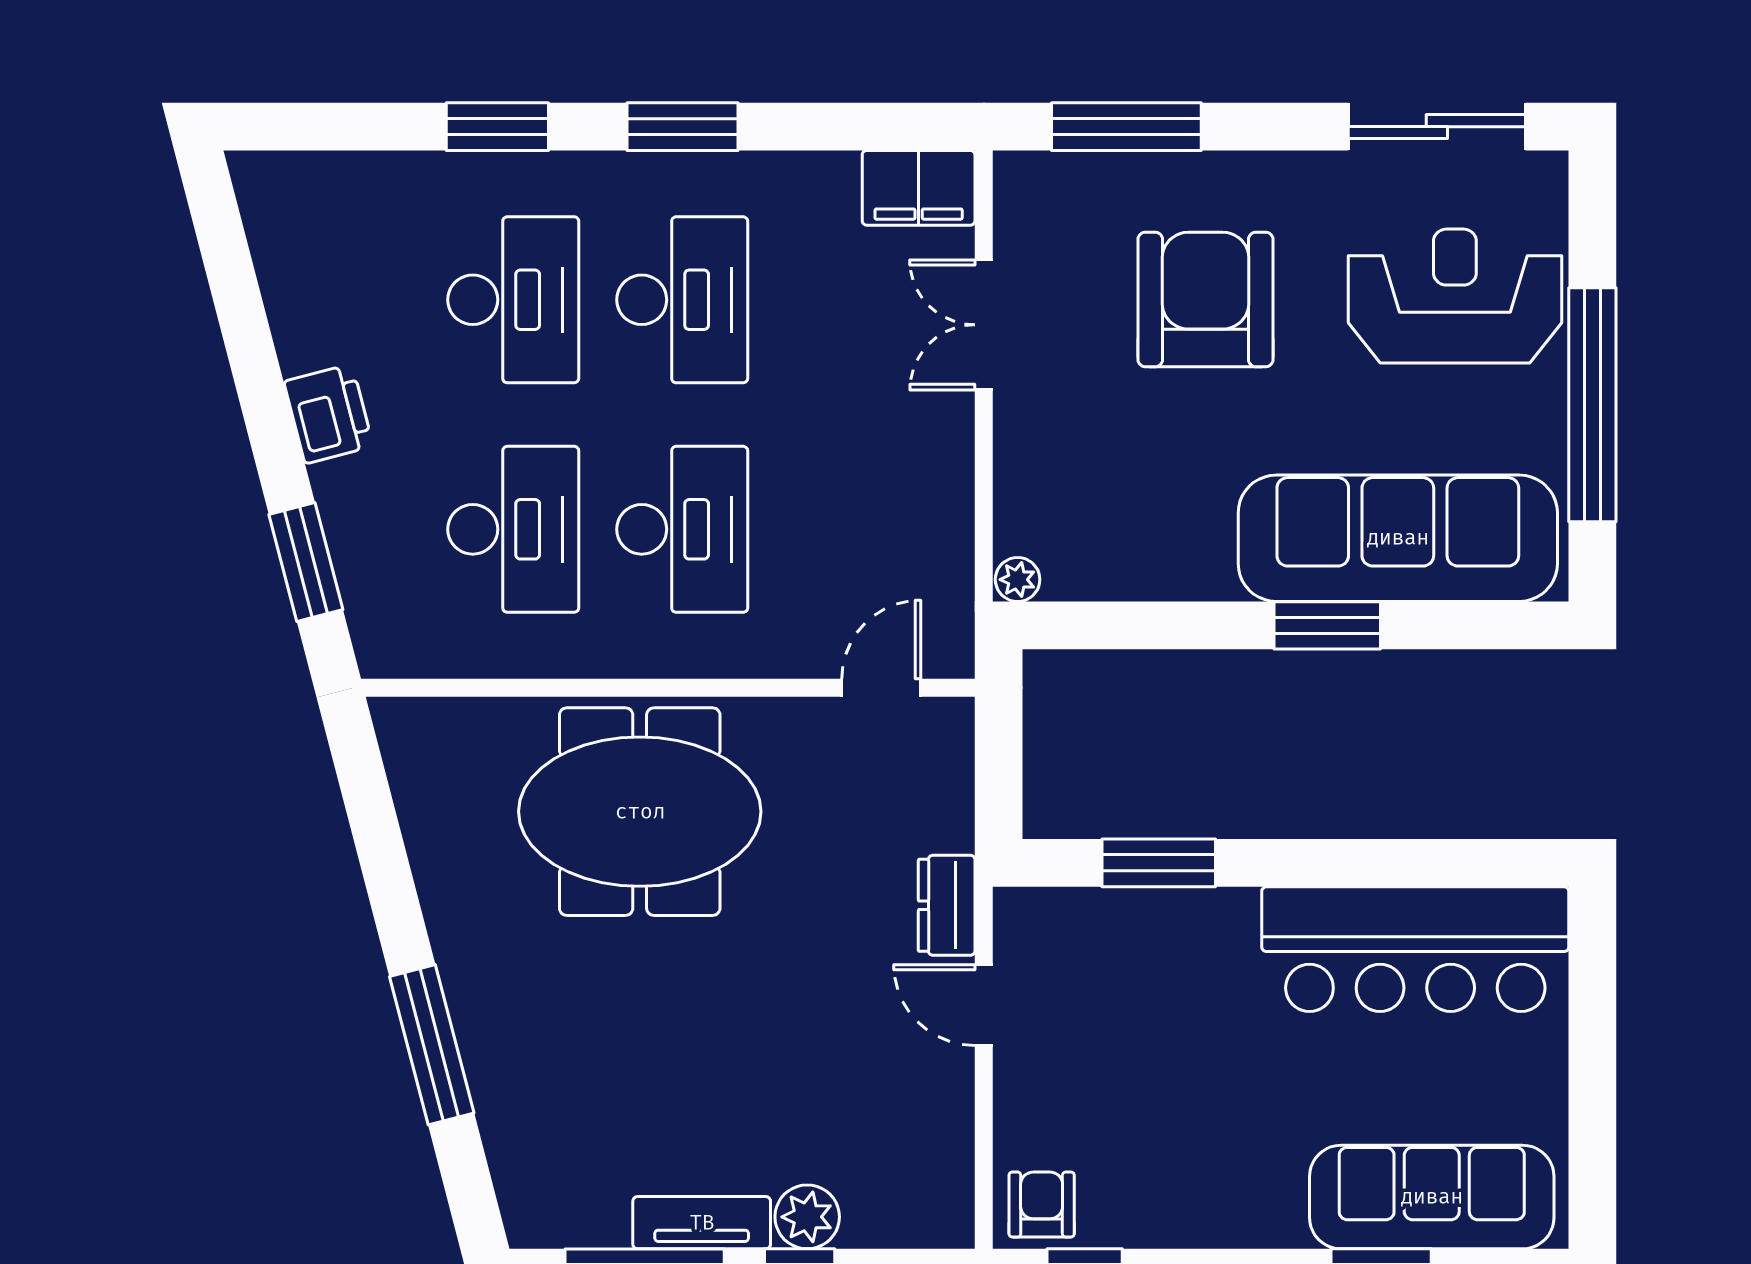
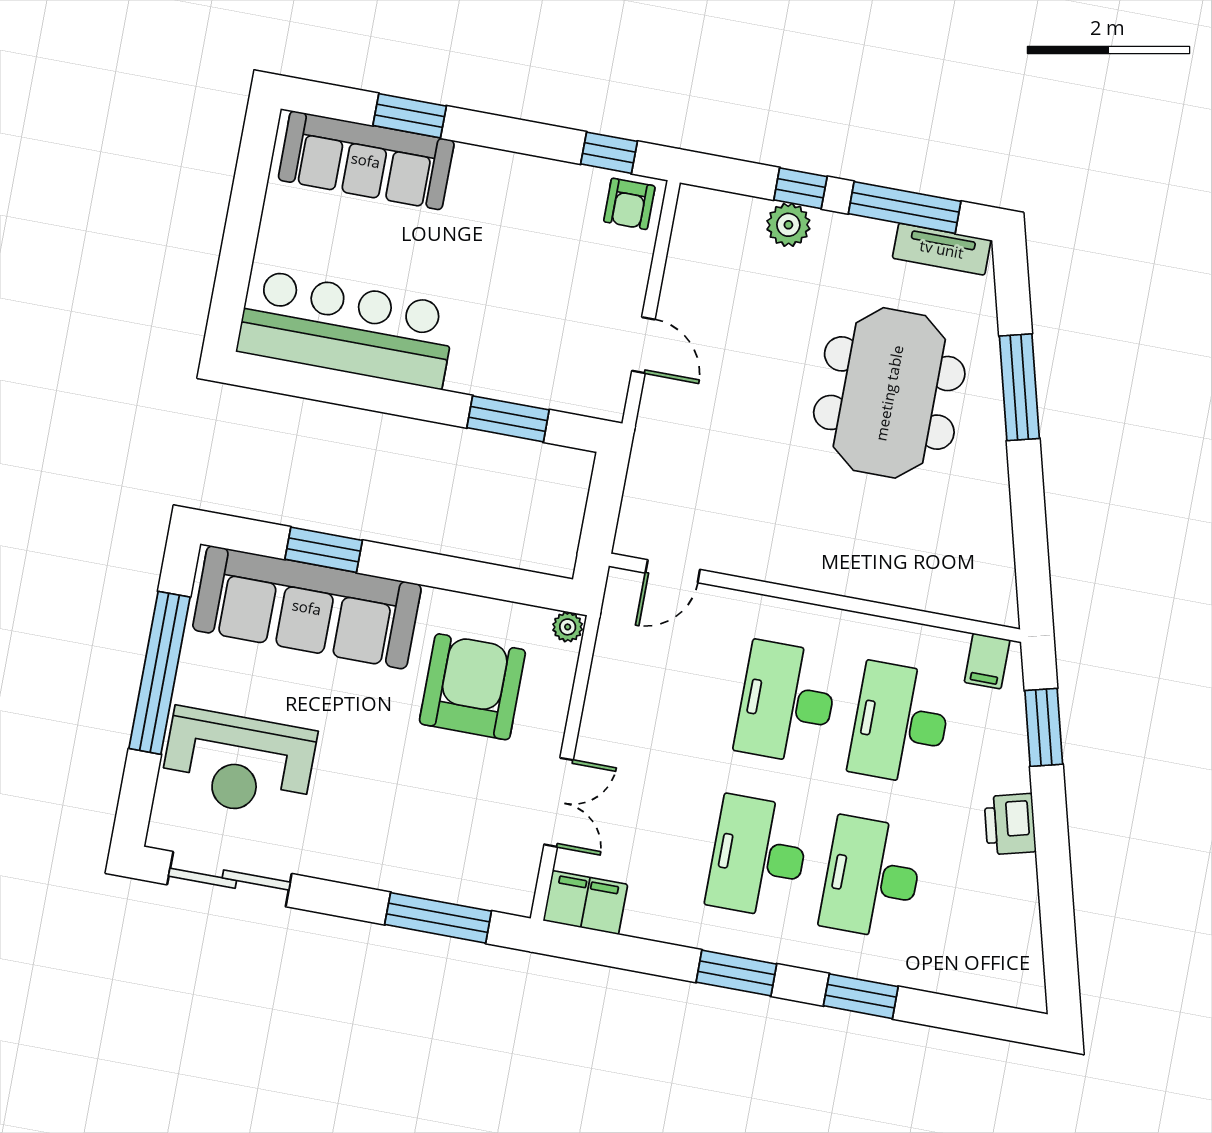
armchair: (1206, 299) -> (472, 687), moved, turned 180
window: (1327, 625) -> (324, 550), moved
filing cabinet: (405, 642) -> (987, 661), added
meeting table: (640, 812) -> (889, 393), moved, turned 90
dresser: (947, 905) -> (656, 417), removed
tv unit: (702, 1223) -> (942, 249), moved

